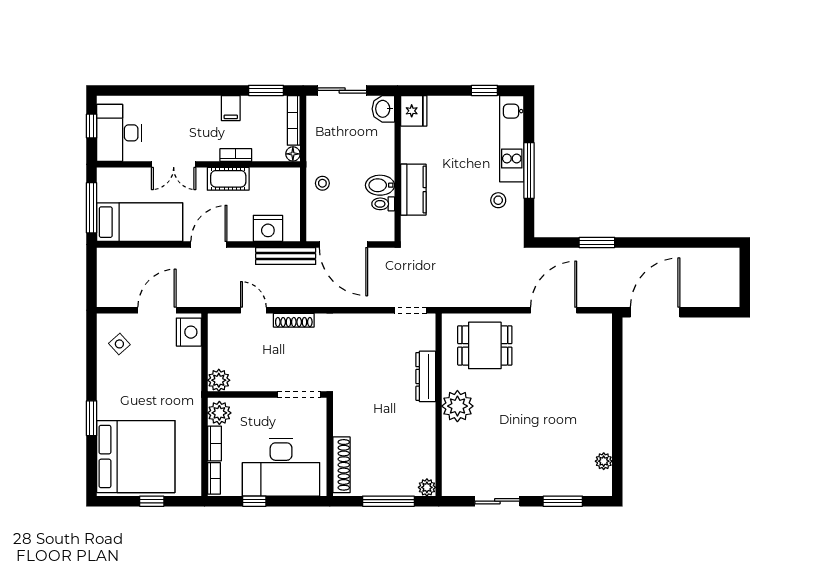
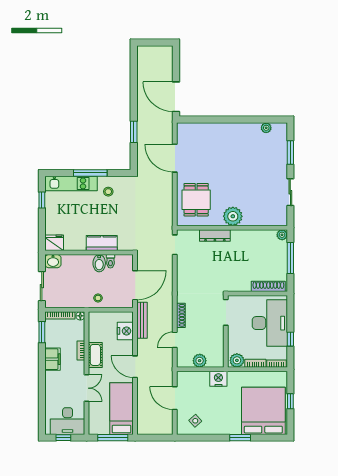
filing cabinet: (231, 108) -> (53, 359), width x2.00
nightstand: (189, 332) -> (218, 379), moved
plant: (219, 380) -> (200, 361), moved

